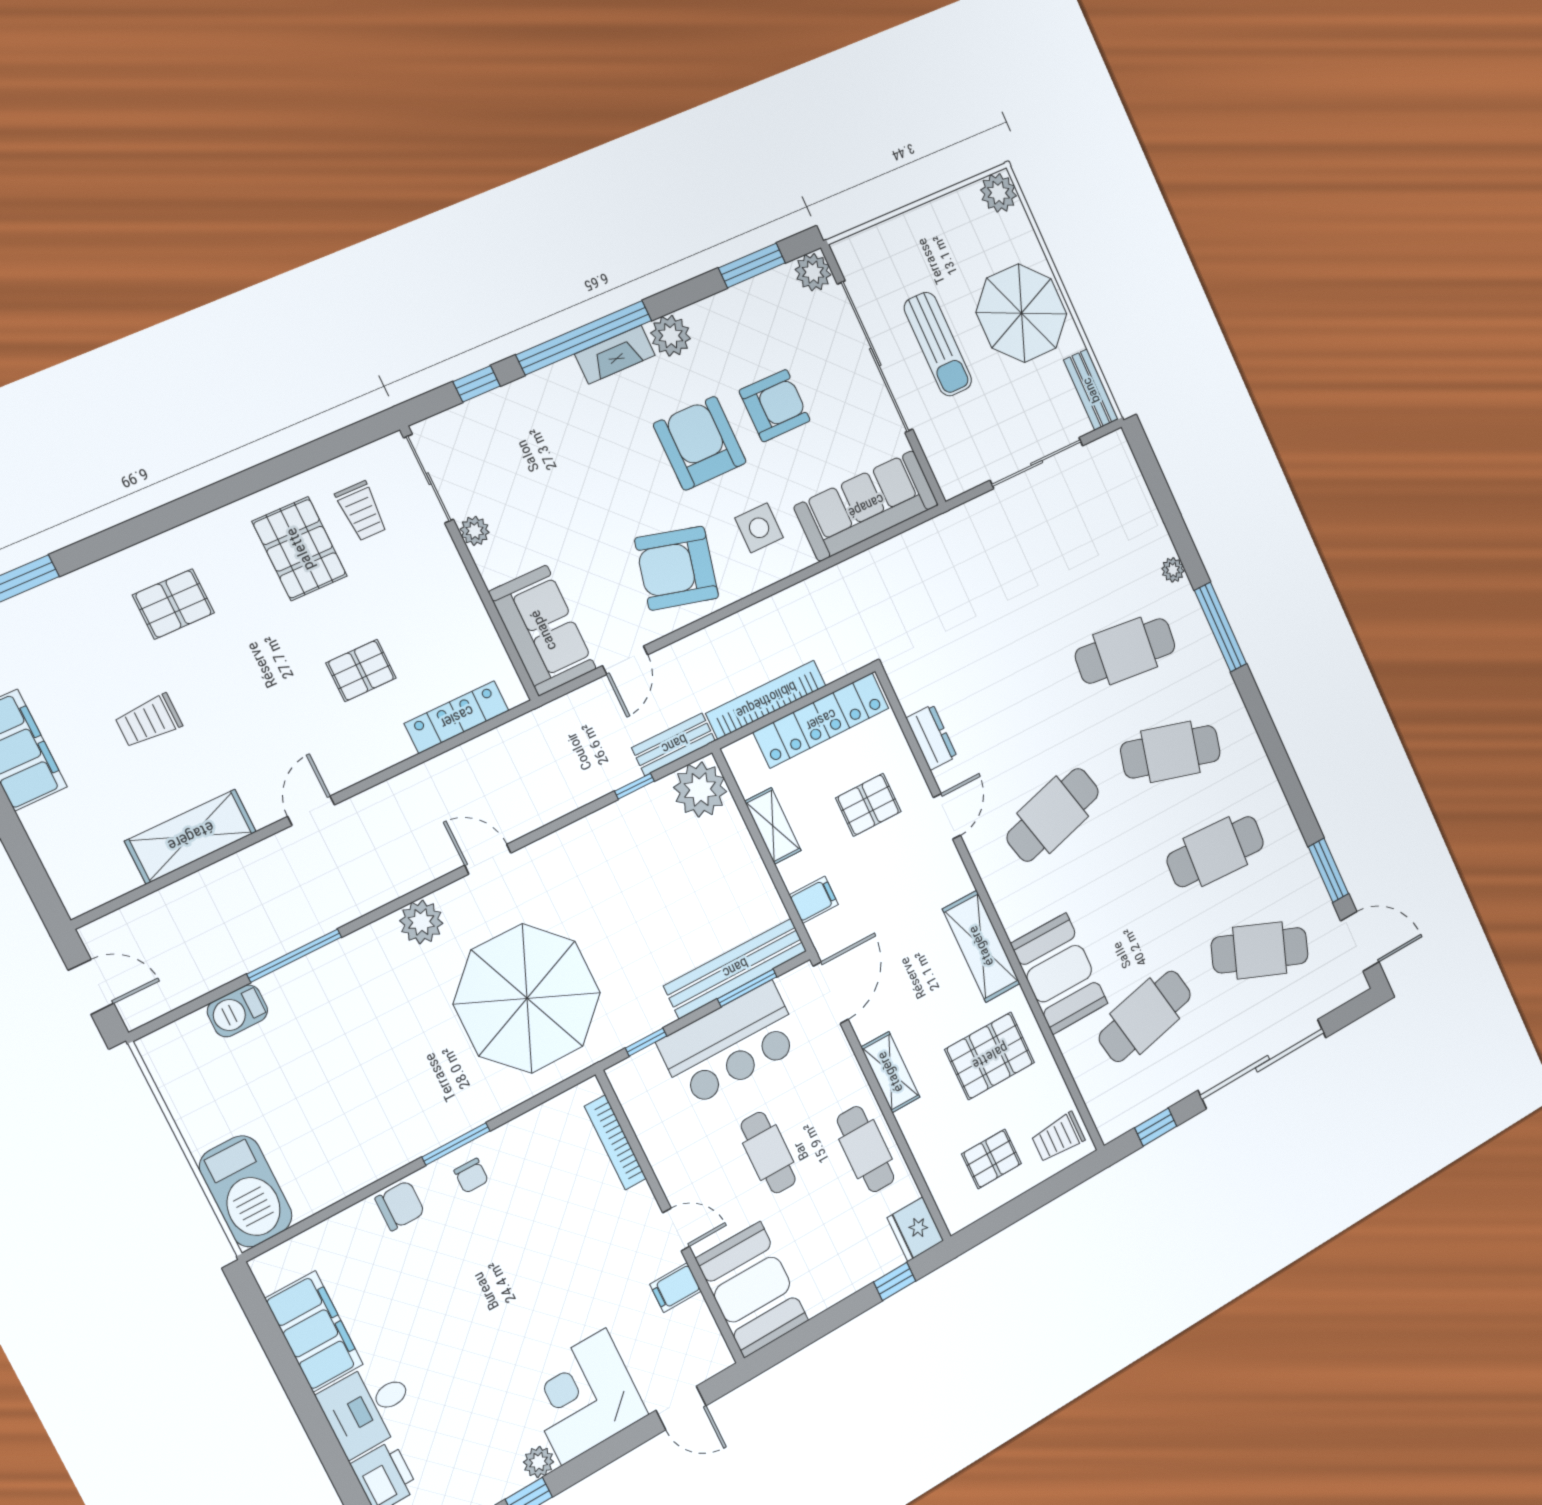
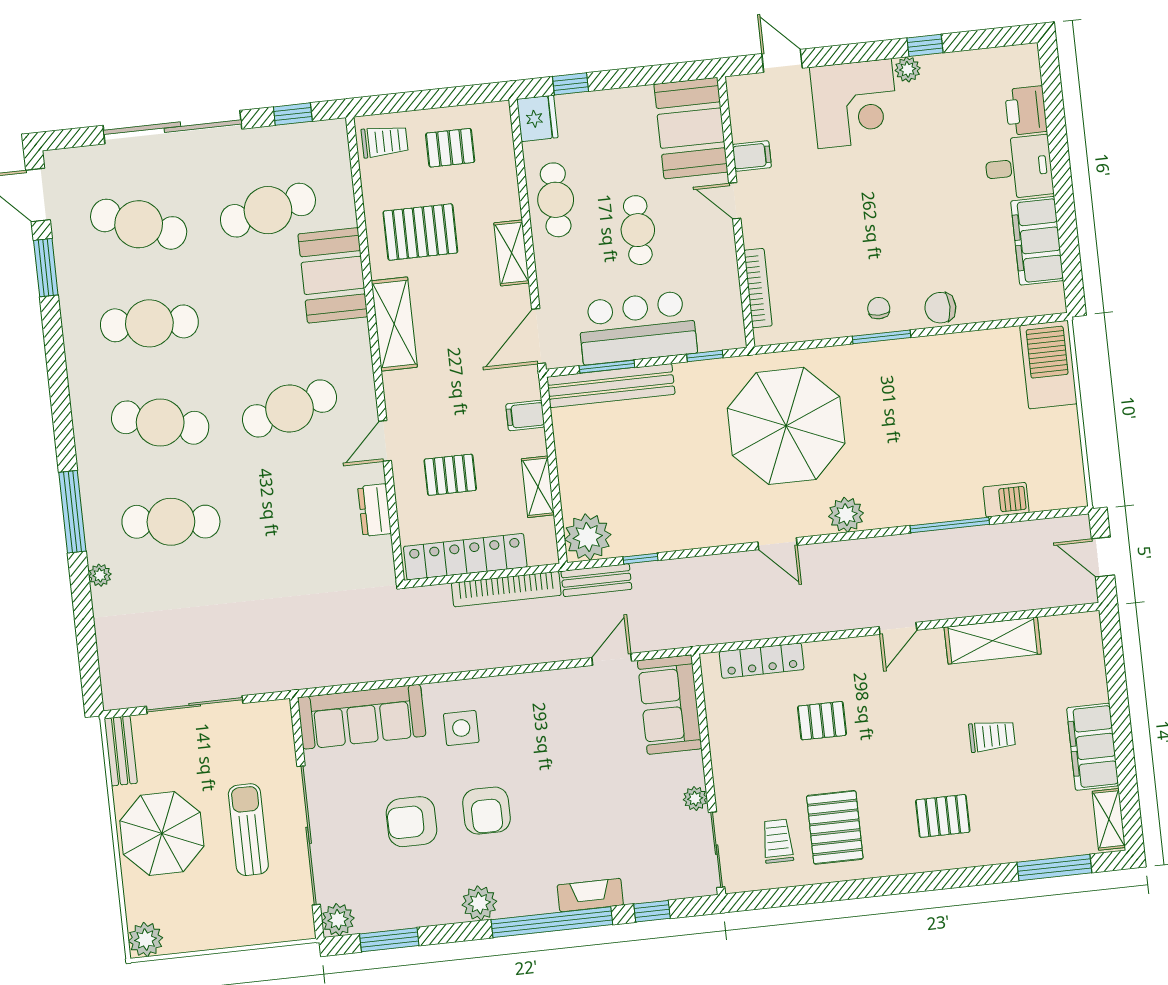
fireplace: (615, 355) -> (590, 895), moved
armchair: (700, 443) -> (486, 811), width x0.73, depth x0.73
armchair: (677, 568) -> (542, 718), removed

